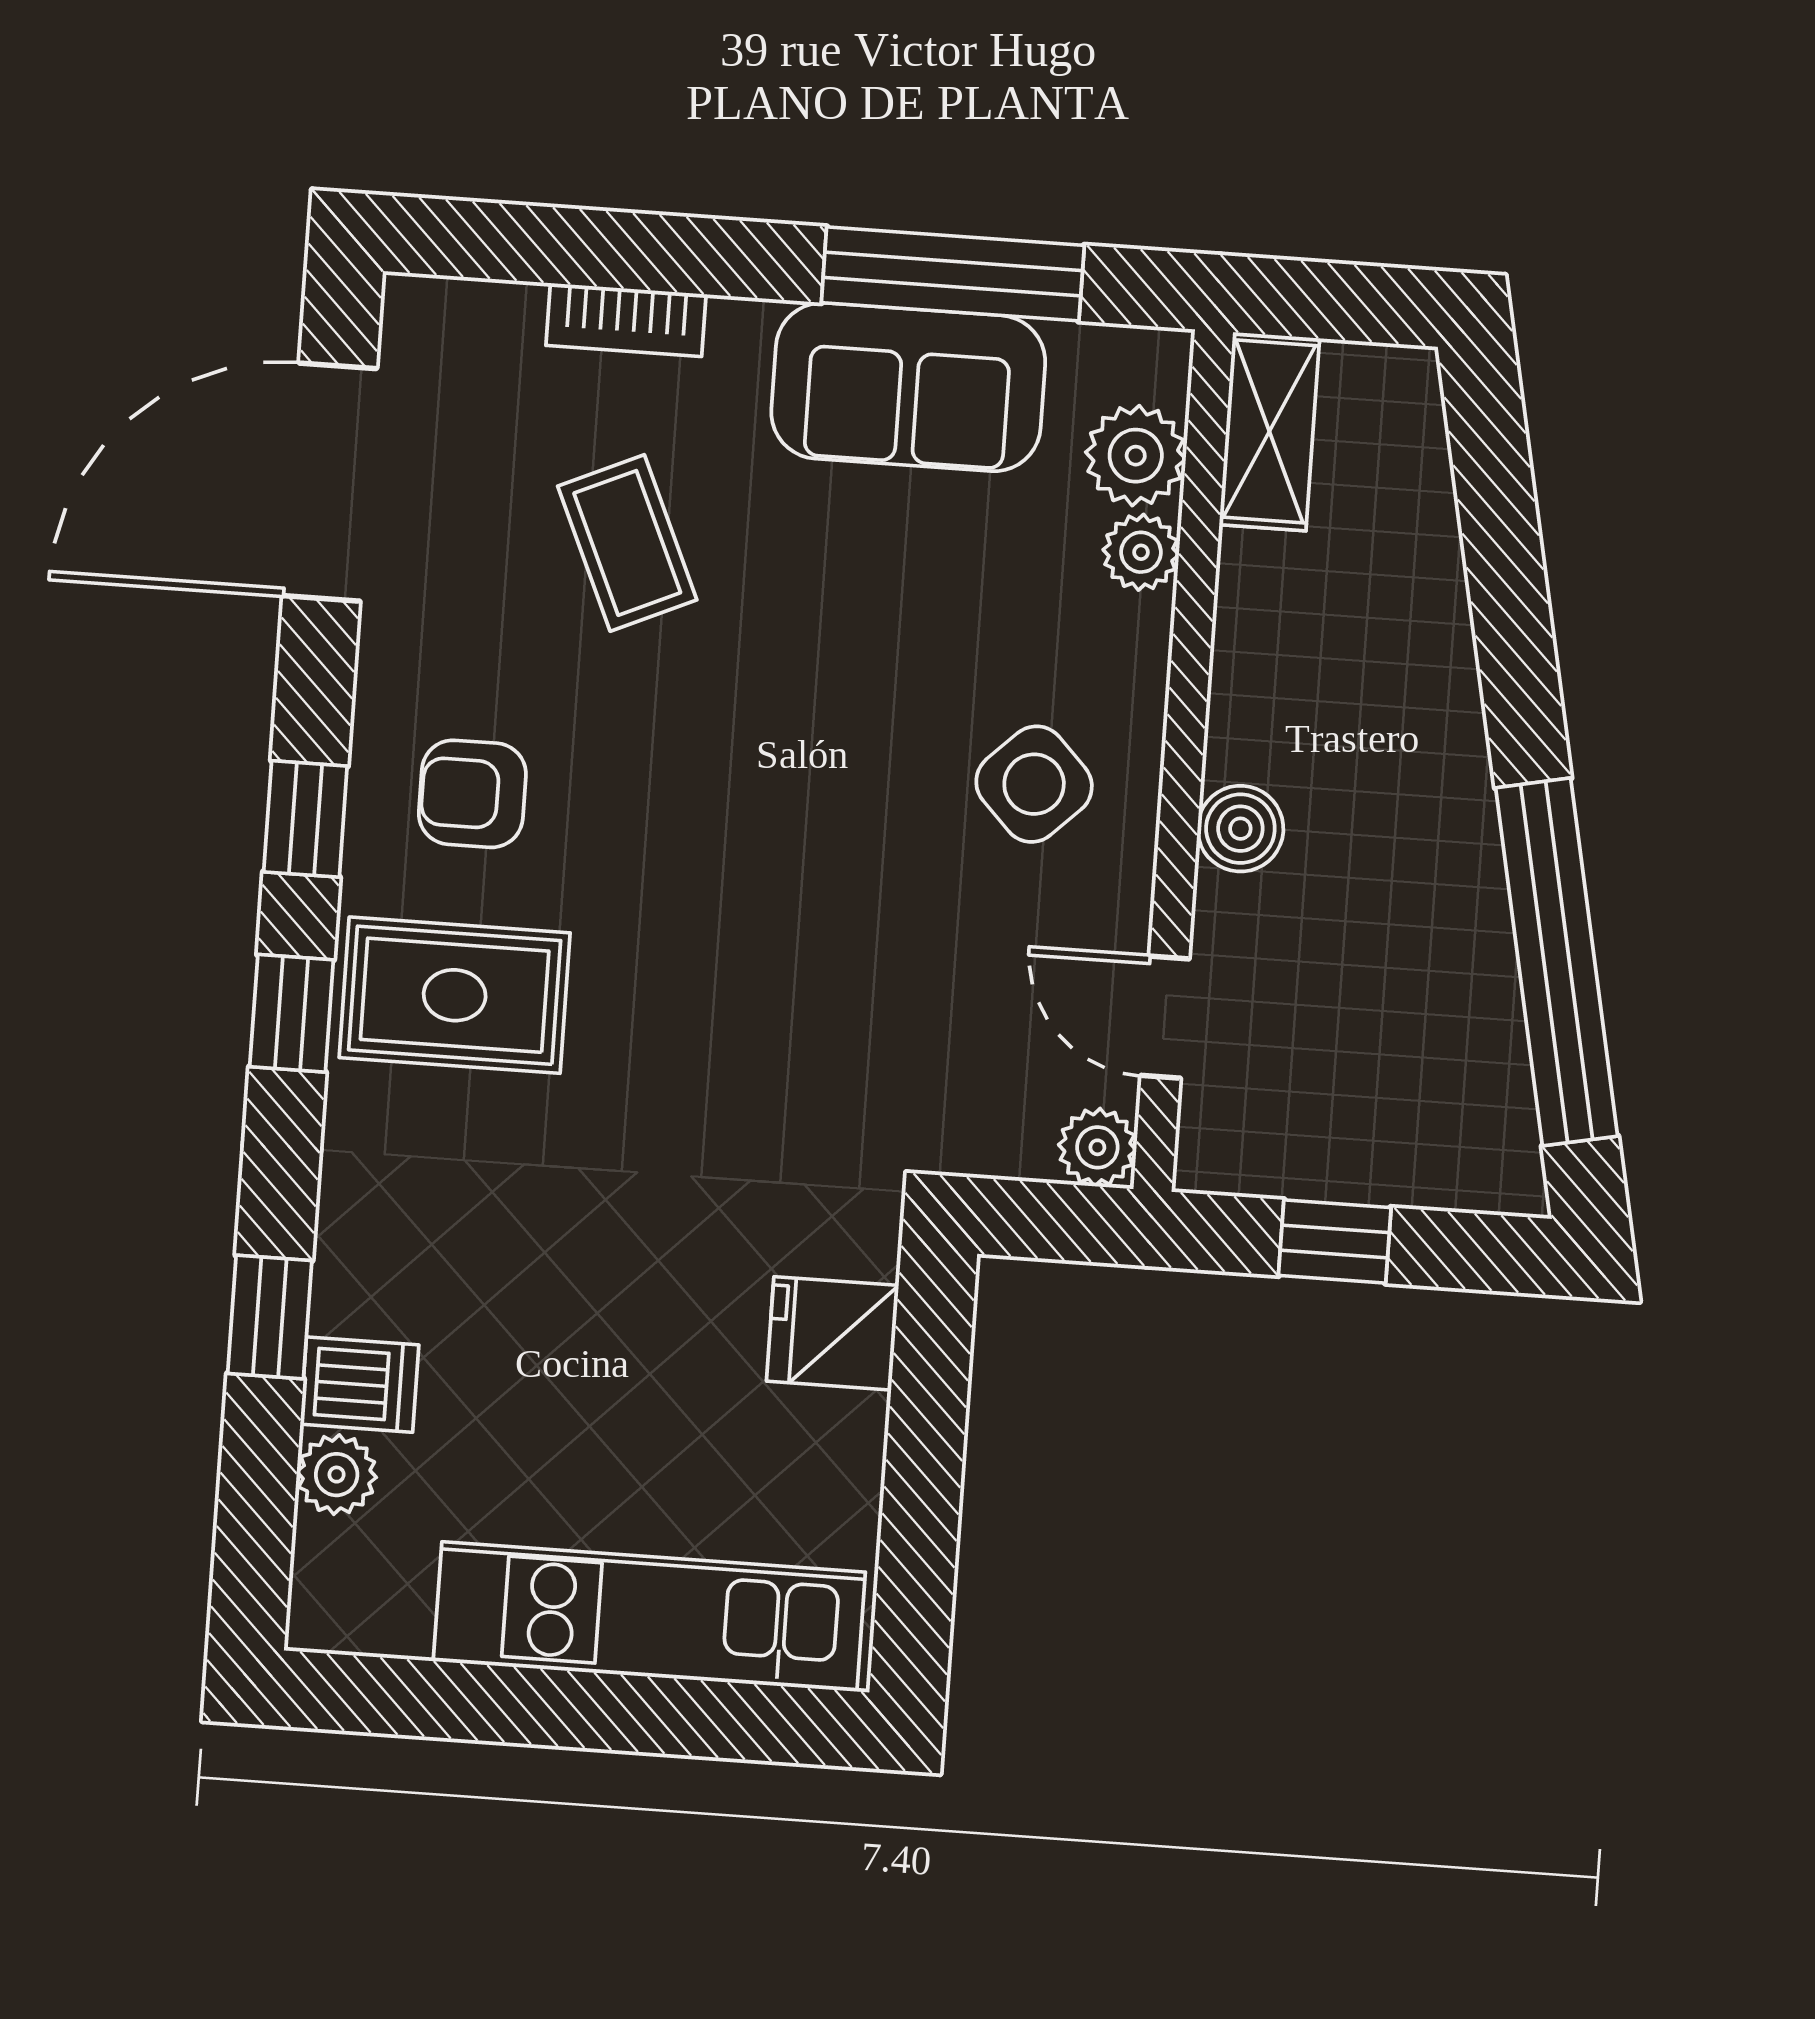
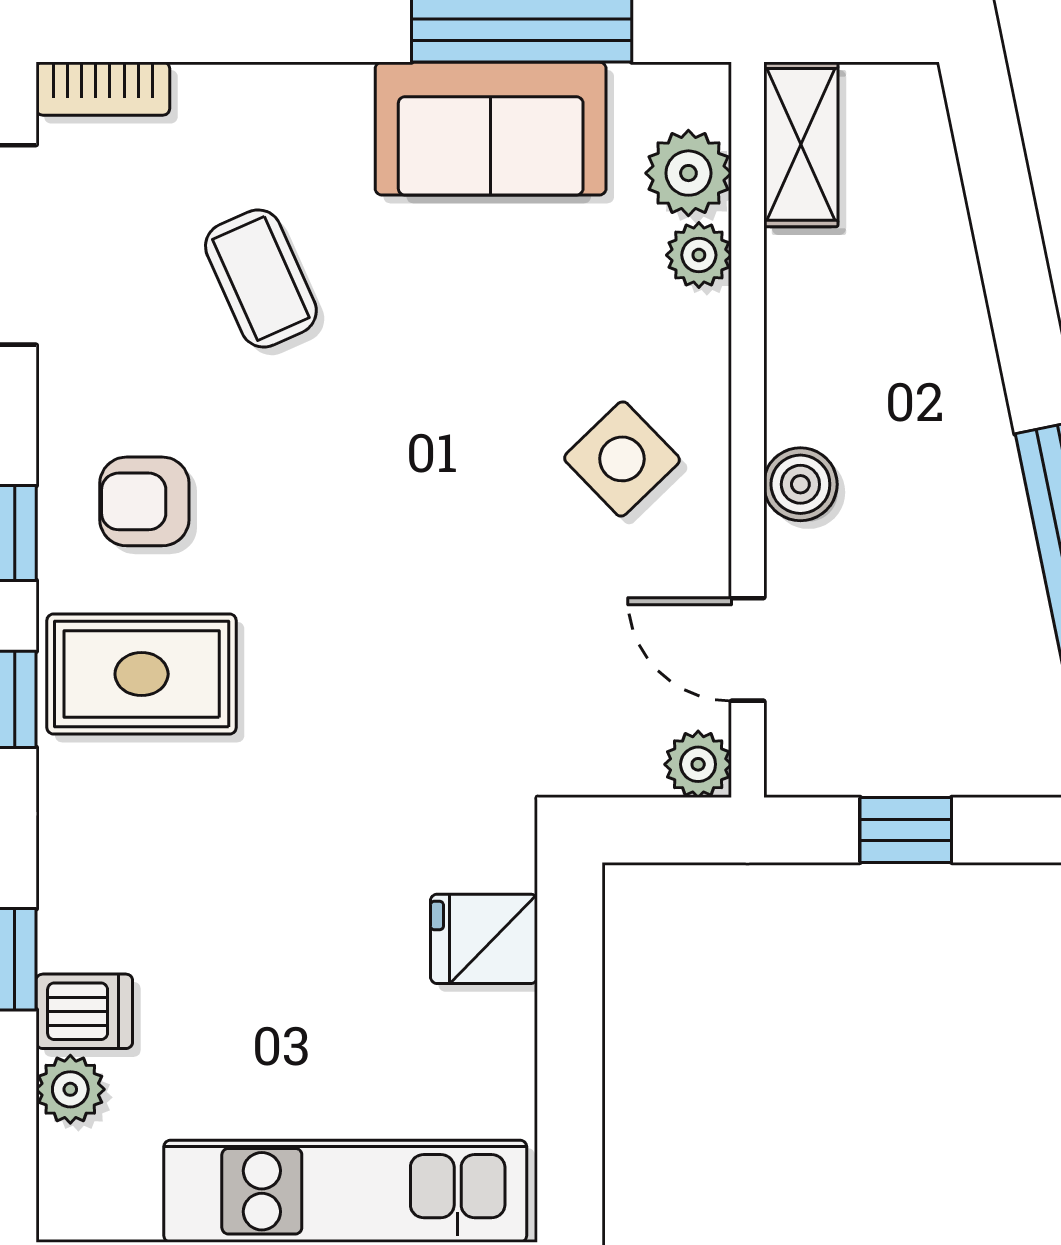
bookcase: (626, 320) -> (103, 89), moved

